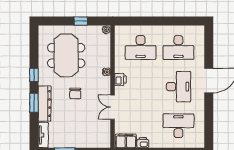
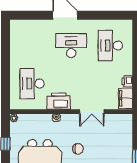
desk: (141, 48) -> (32, 83), turned 180
desk: (178, 48) -> (32, 46), removed
printer: (120, 79) -> (59, 101), width x1.87, depth x1.48

